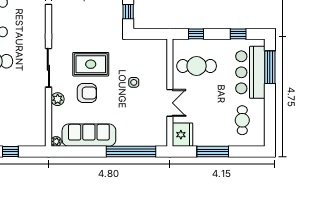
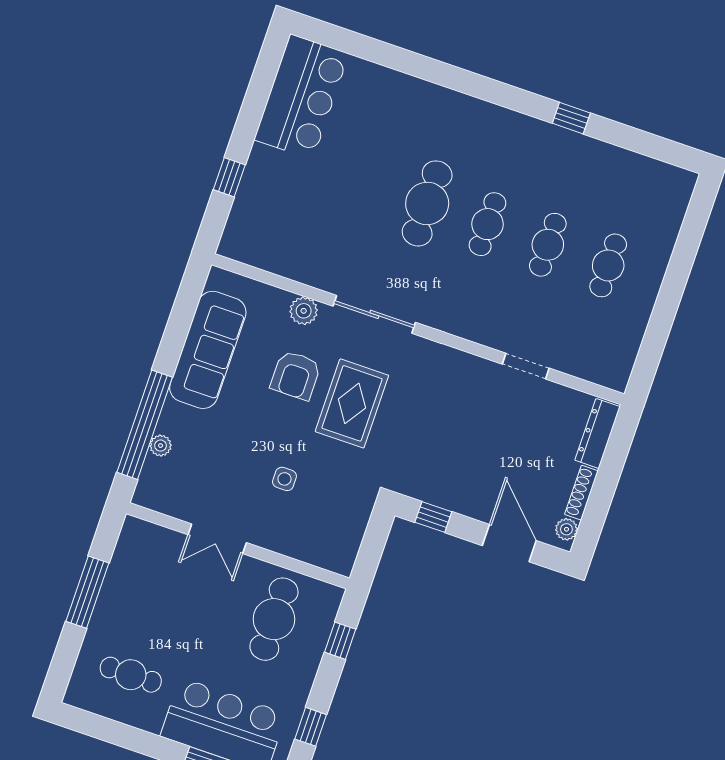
fridge: (182, 135) -> (143, 542), removed
plant: (56, 141) -> (161, 446), moved

